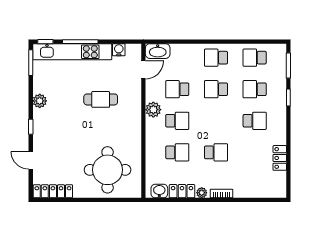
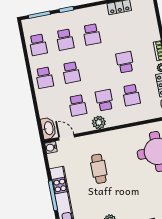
water cooler: (119, 50) -> (51, 147), moved
school desk: (255, 121) -> (92, 34), turned 180
school desk: (177, 152) -> (131, 95), turned 180

